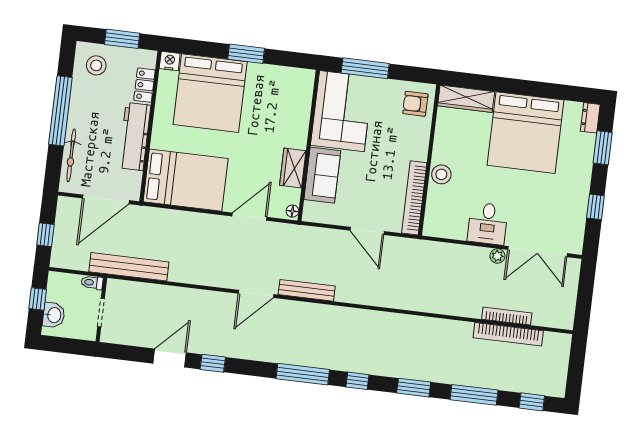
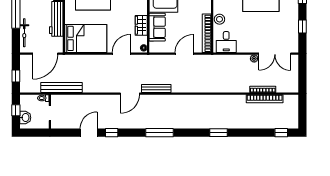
desk: (488, 223) -> (226, 42), moved
door: (367, 231) -> (184, 54), swing flipped
window: (357, 381) -> (189, 133), removed
window: (474, 395) -> (251, 133), removed

